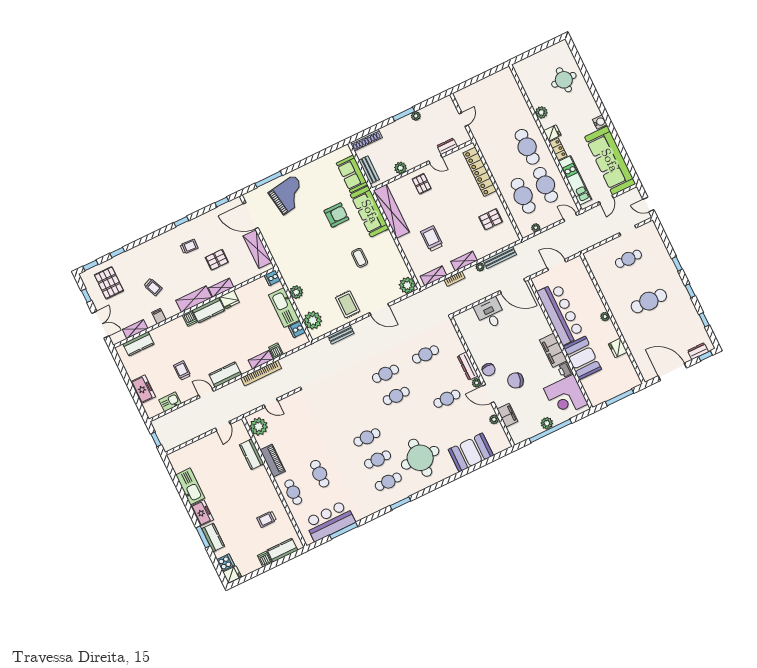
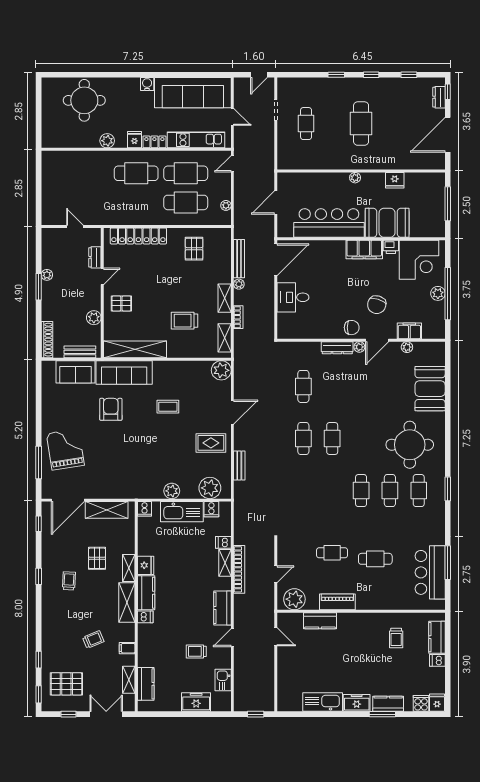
round table: (564, 80) -> (84, 100), width x1.36, depth x1.36
cafe table: (447, 399) -> (361, 386), removed
cafe table: (293, 492) -> (332, 553), moved

